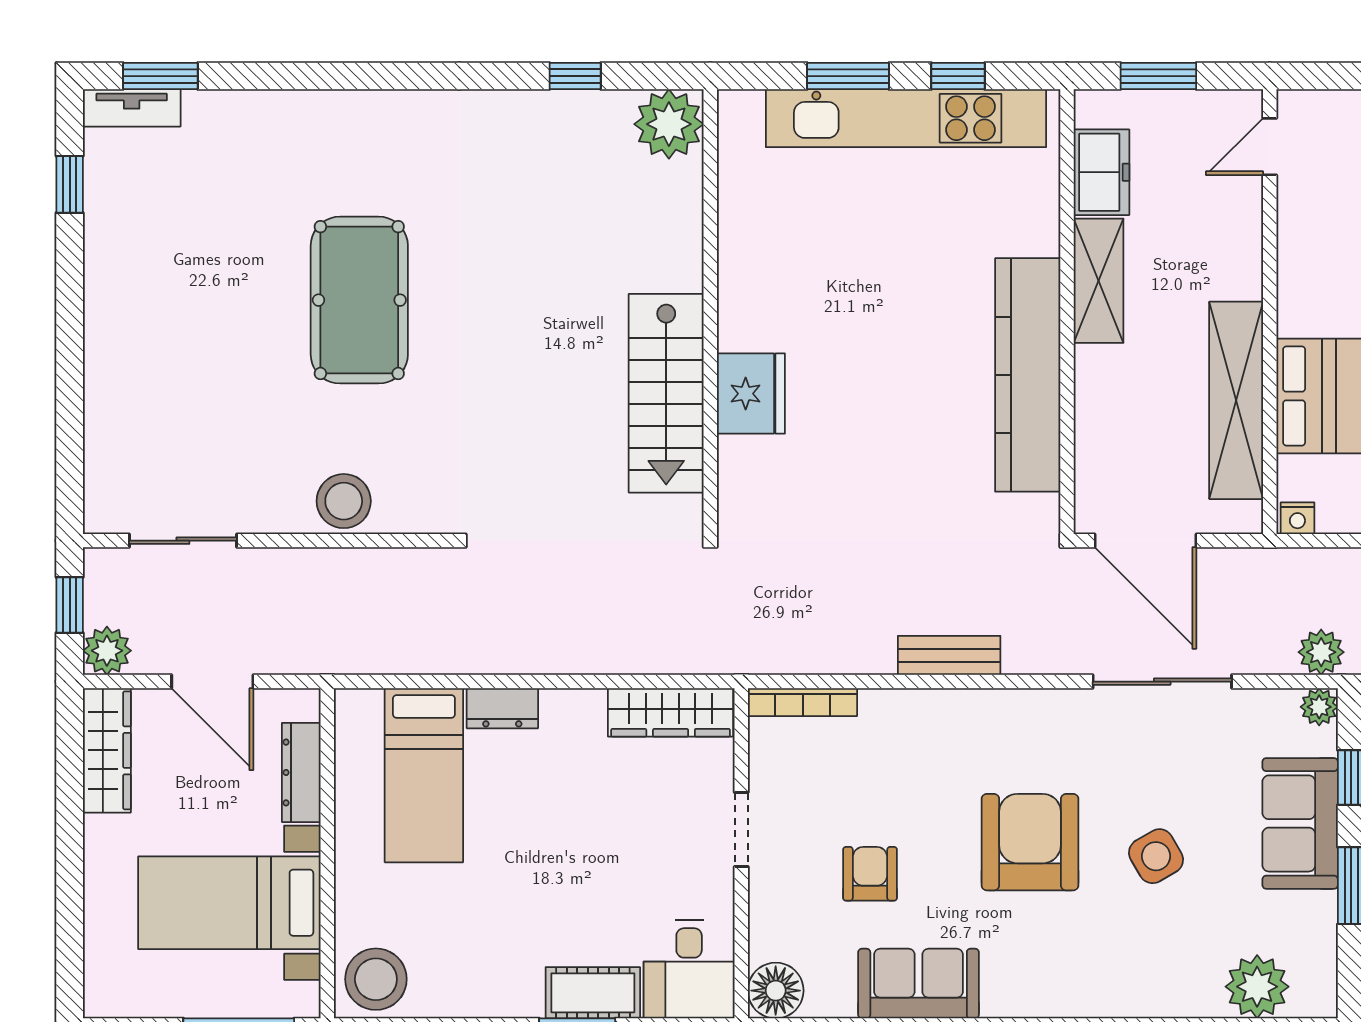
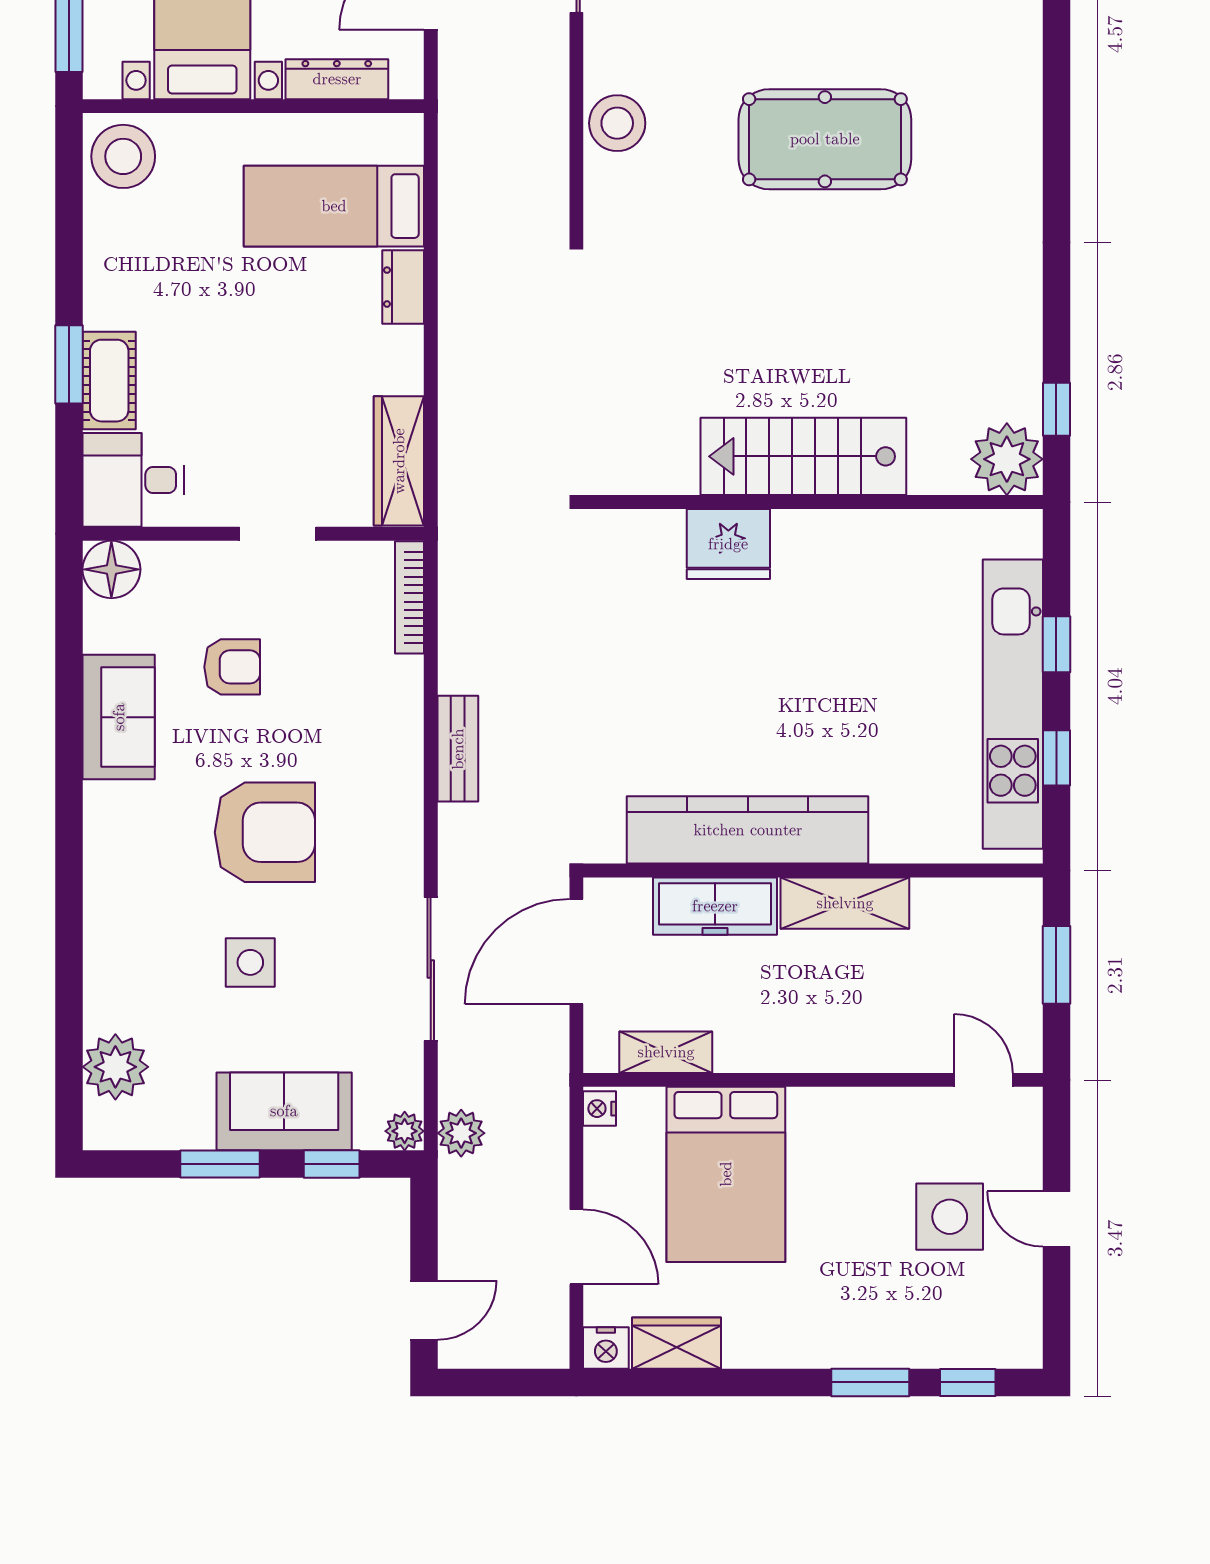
window: (575, 76) -> (1056, 409), moved
window: (848, 76) -> (1056, 644), width x0.67
freezer: (1102, 172) -> (715, 906), moved, width x1.40
stairs: (666, 393) -> (803, 456), moved
shelving: (1236, 400) -> (666, 1052), width x0.45, depth x0.75
side table: (1156, 856) -> (250, 962), turned 30

